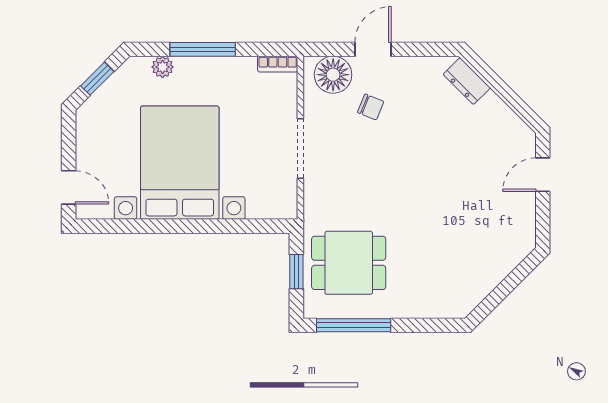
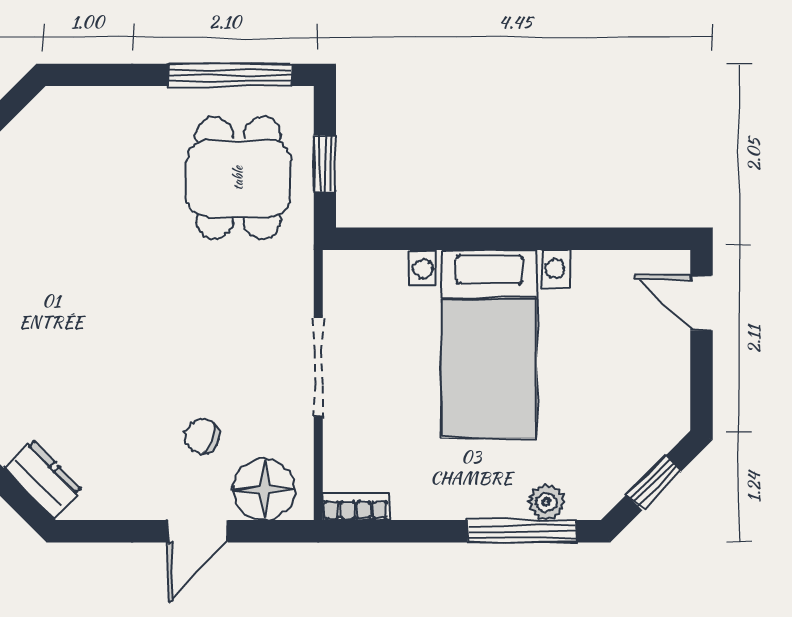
window: (203, 49) -> (522, 531), moved
bed with nightstands: (180, 163) -> (489, 344), width x0.73
dining table: (349, 263) -> (238, 178), turned 90

